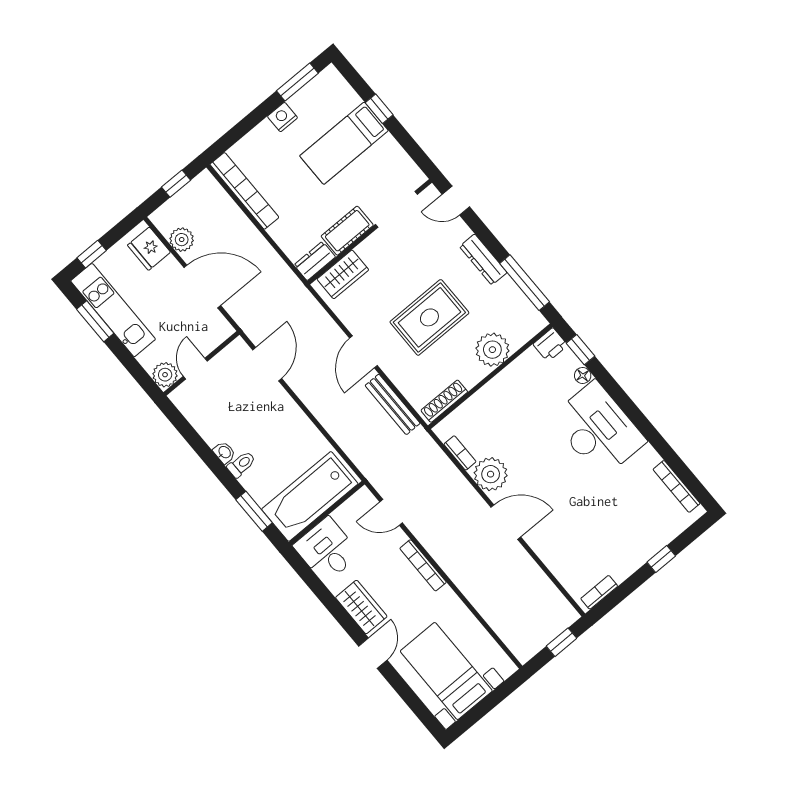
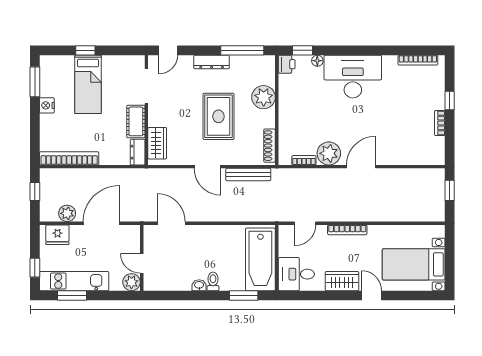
bookcase: (599, 592) -> (440, 123), moved

